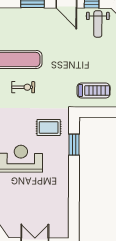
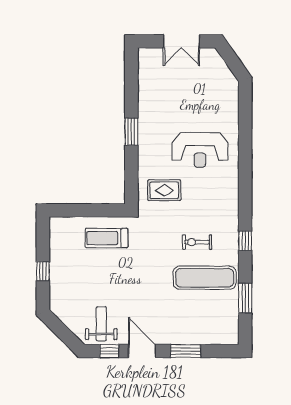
window: (74, 145) -> (131, 132), moved

